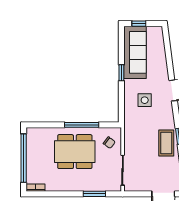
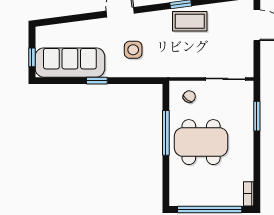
dining table: (75, 152) -> (201, 142), turned 90

